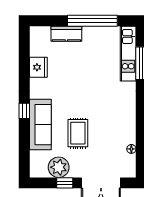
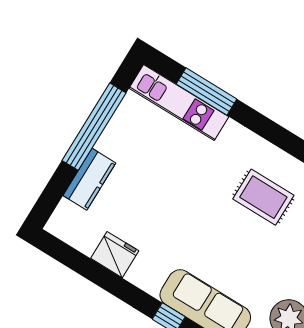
rug: (78, 133) -> (263, 197), moved

